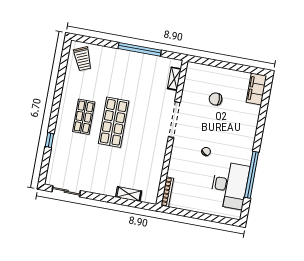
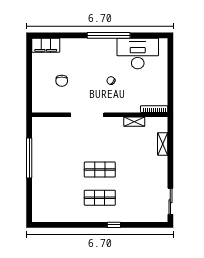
trolley: (83, 59) -> (47, 208), removed
shelving: (174, 79) -> (134, 122), moved
shop shelf: (114, 122) -> (100, 170), width x0.70, depth x0.74
window: (49, 140) -> (114, 225), moved
window: (252, 175) -> (109, 35), moved

